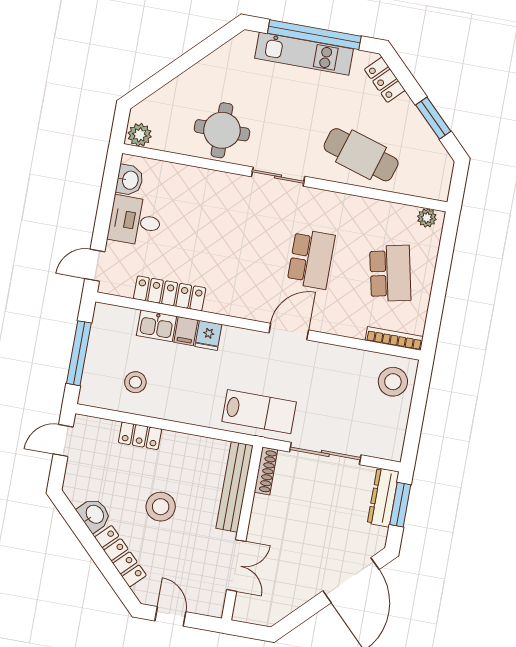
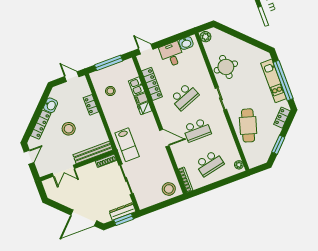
school desk: (232, 245) -> (184, 97), added

